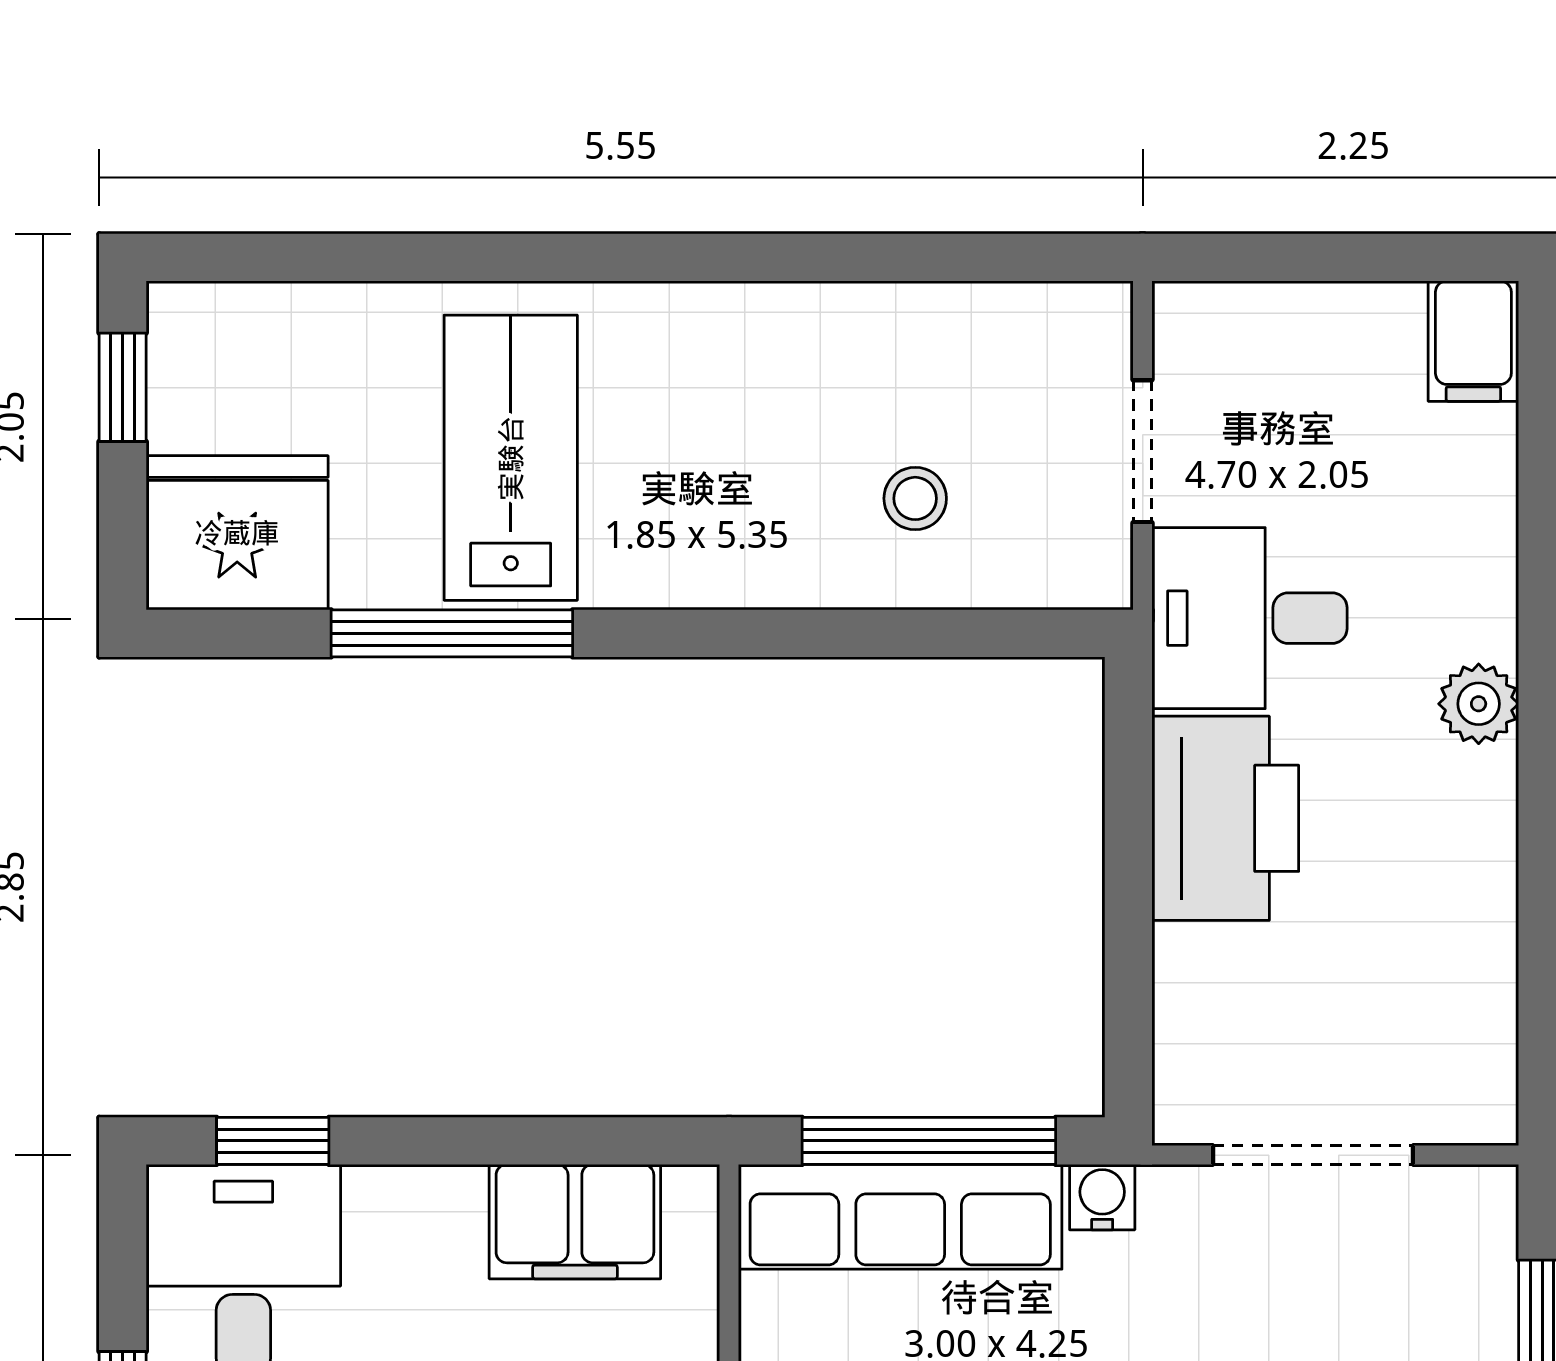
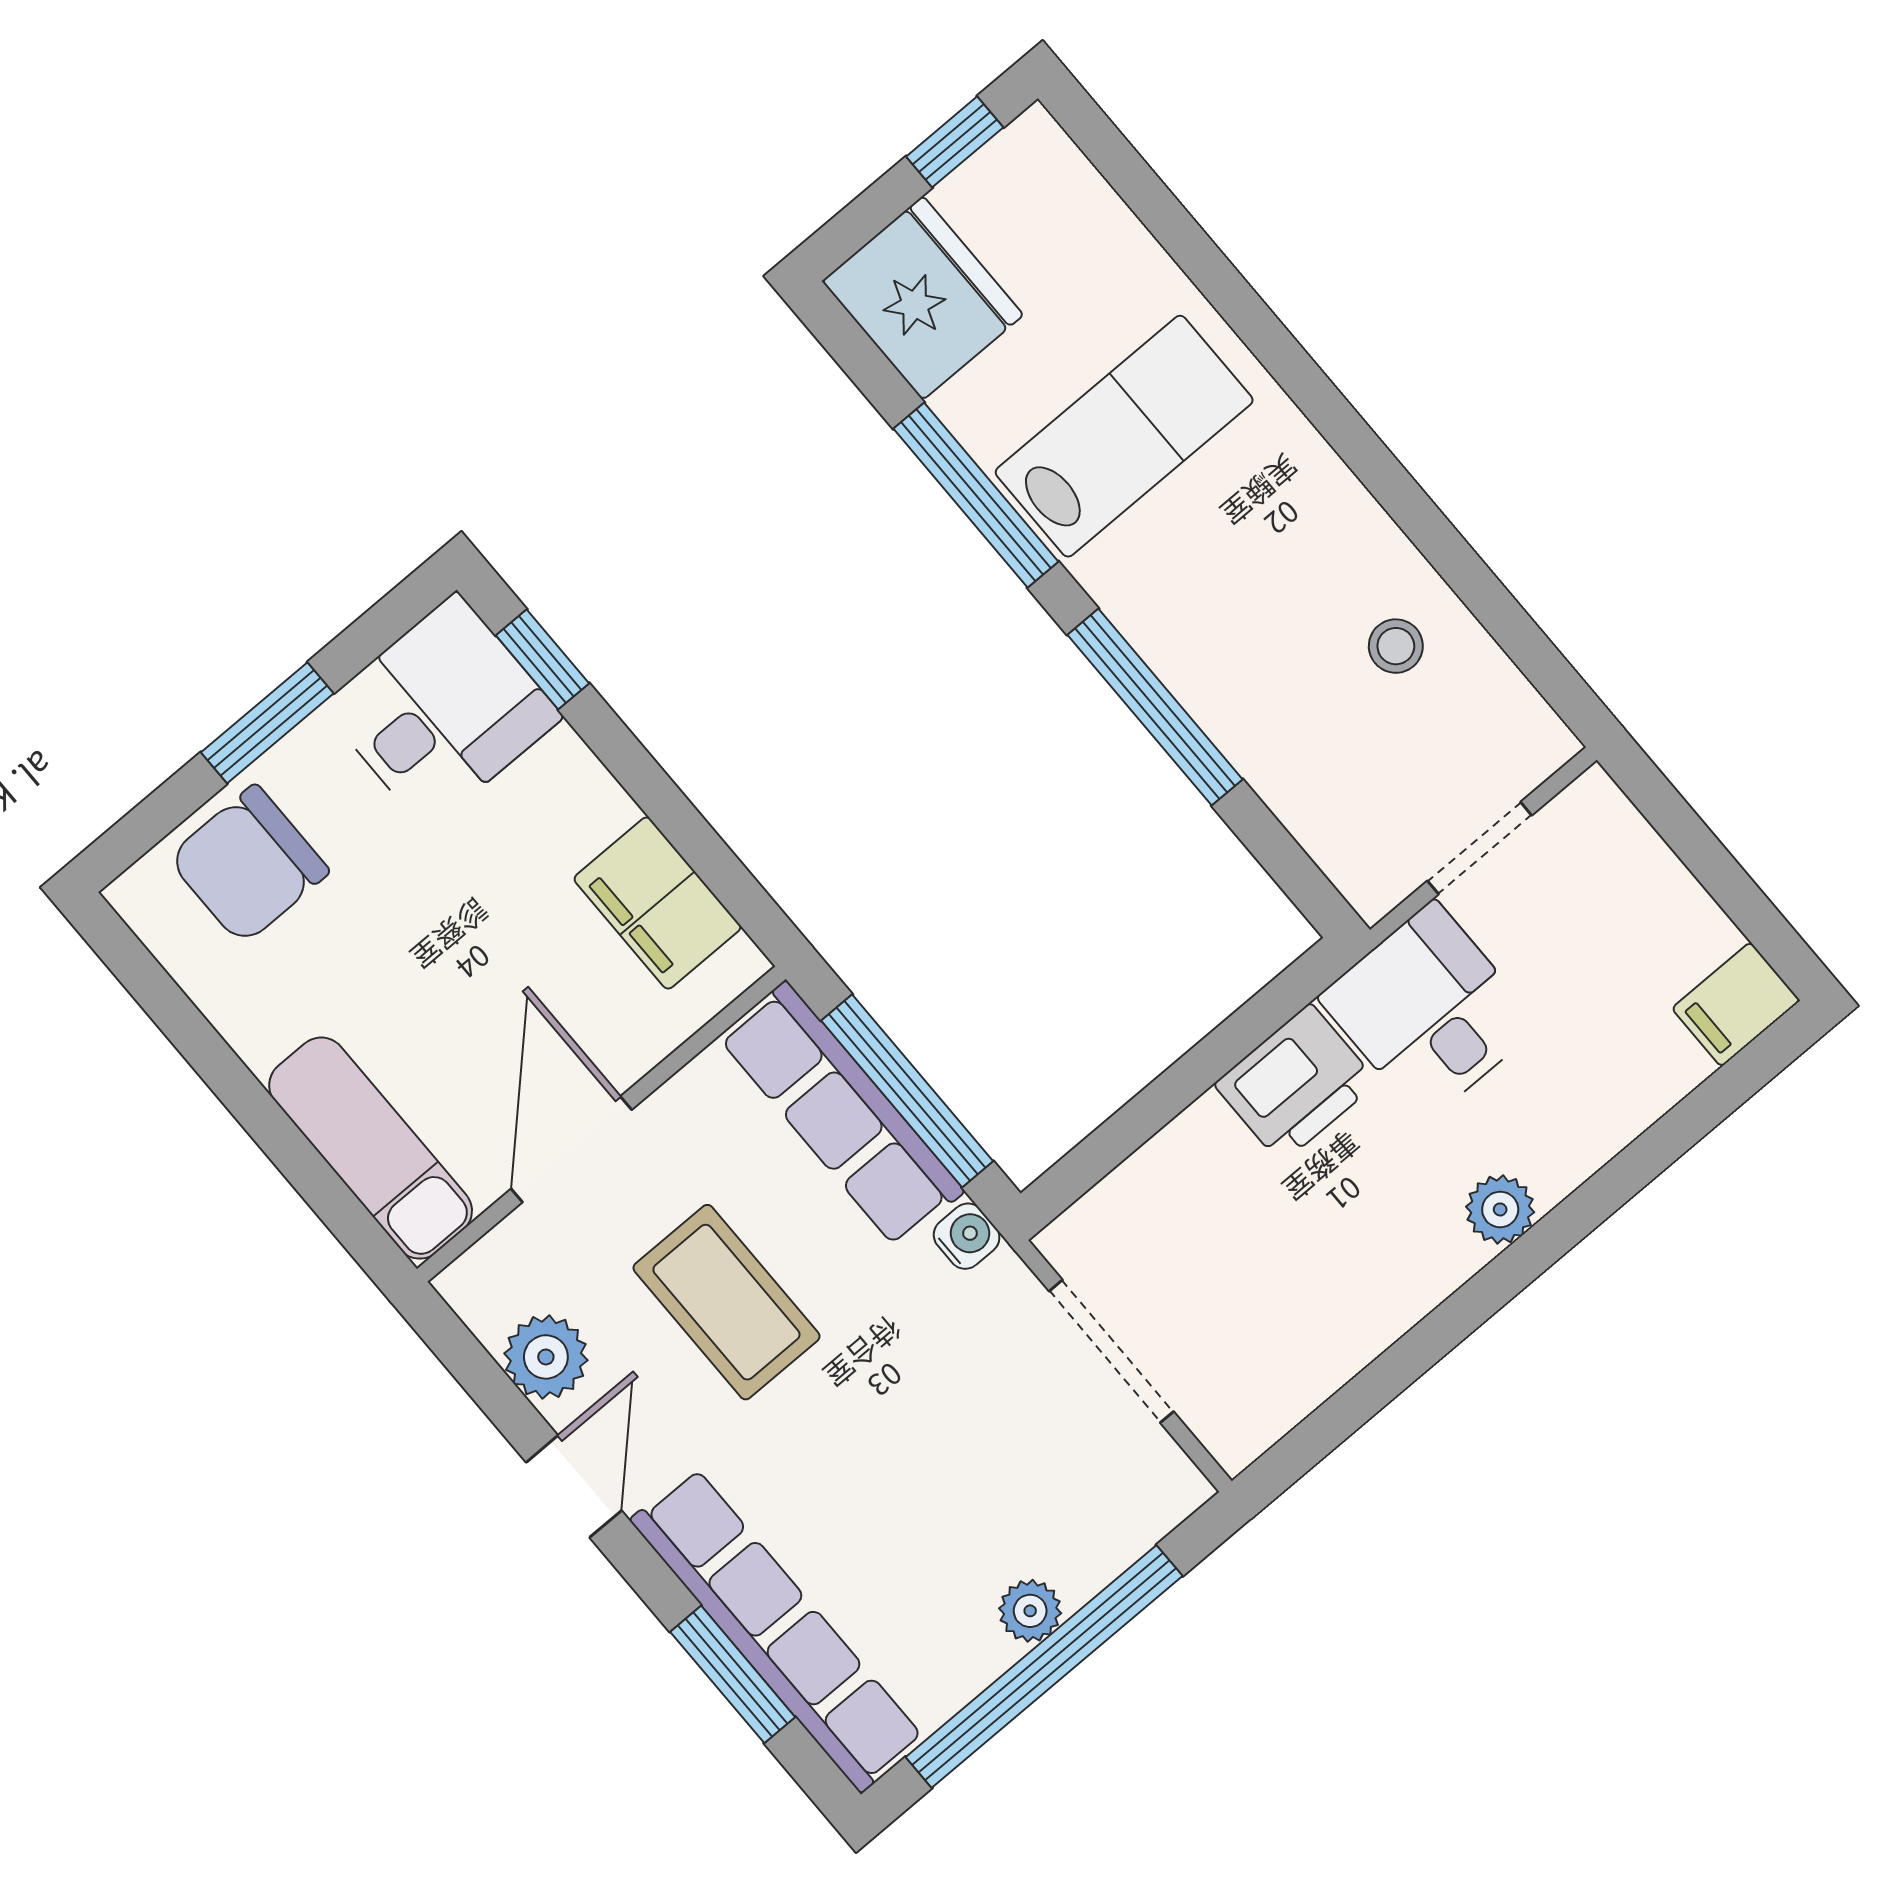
stool: (915, 498) -> (1396, 646), moved
window: (774, 633) -> (1155, 707), added
printer: (1225, 818) -> (1296, 1083), width x0.73, depth x0.84

